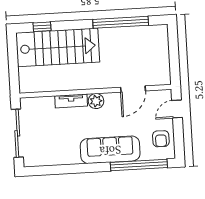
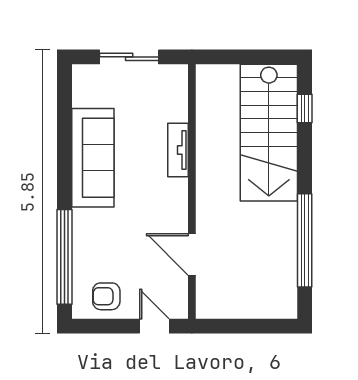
plant: (96, 101) -> (175, 192), removed
sliding door: (17, 133) -> (129, 57), width x0.73
sofa: (110, 150) -> (93, 158), moved

